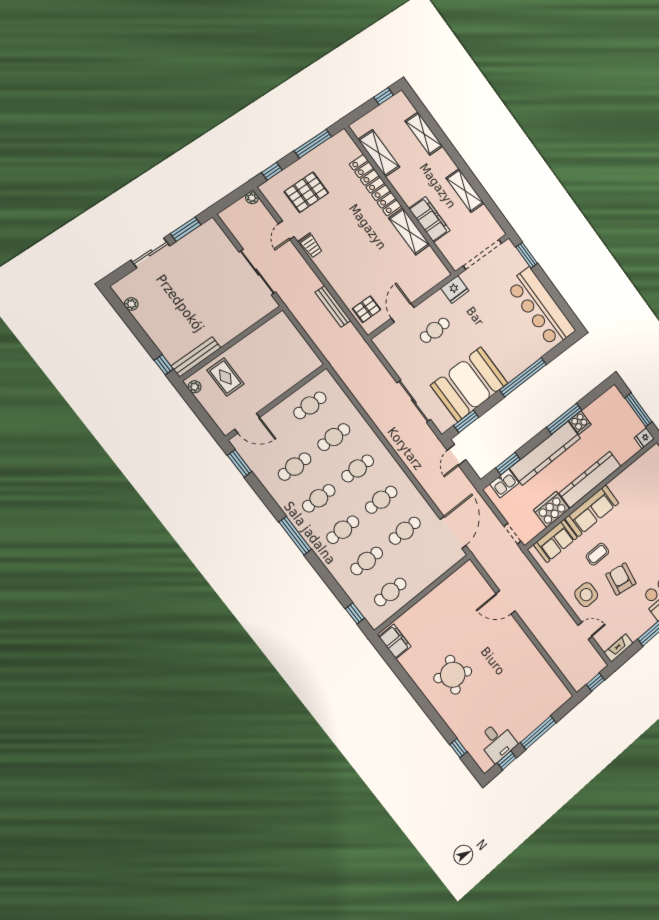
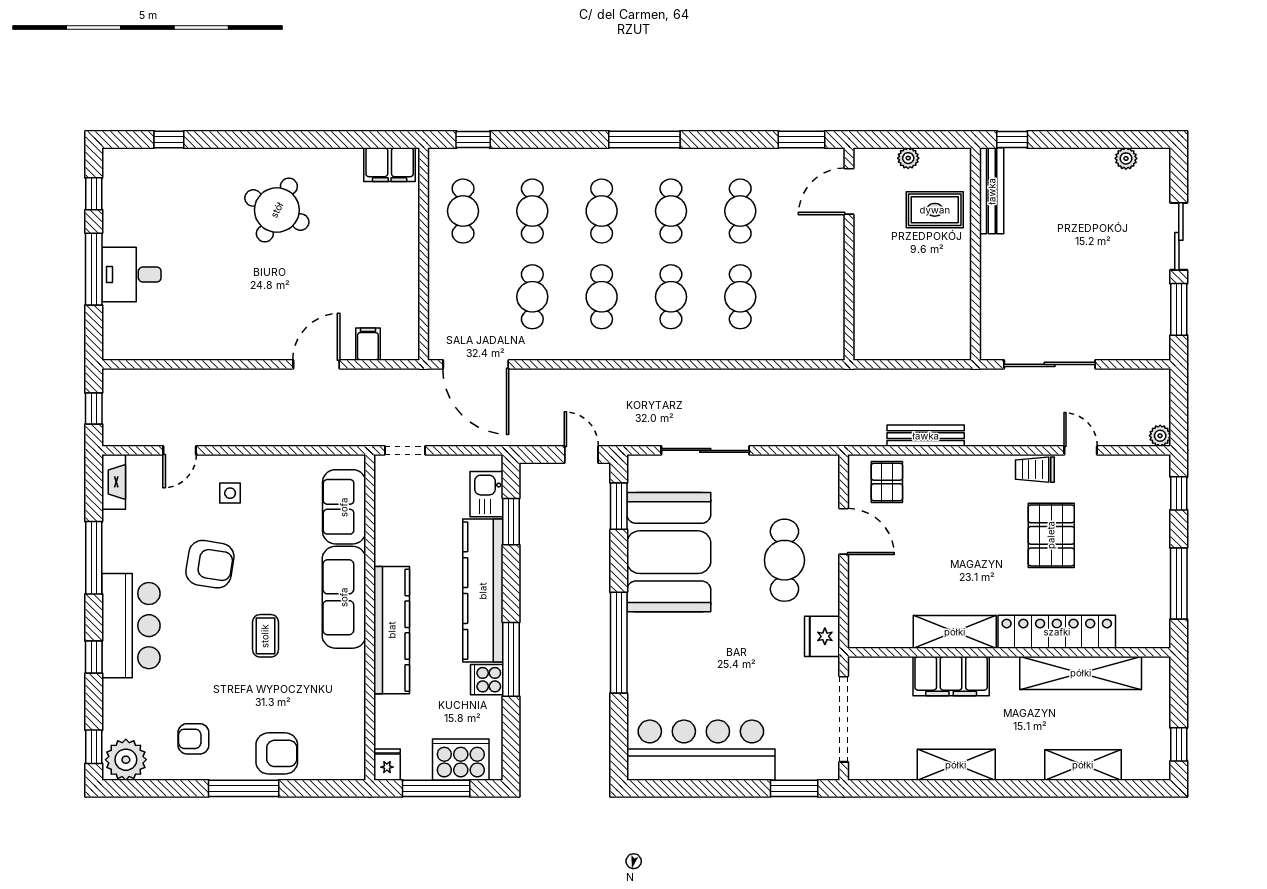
shelving: (379, 153) -> (1081, 673), width x1.47
pallet: (306, 192) -> (1051, 535), moved
cafe table: (435, 330) -> (784, 560), width x1.37, depth x1.35
plant: (195, 387) -> (908, 158), moved
cafe table: (310, 405) -> (810, 297), removed
cooker: (551, 509) -> (461, 760), moved, turned -90
coffee table: (597, 554) -> (265, 636), moved
filing cabinet: (480, 587) -> (368, 344), added
side table: (586, 595) -> (230, 493), width x0.54, depth x0.54
desk: (497, 742) -> (131, 274), moved

